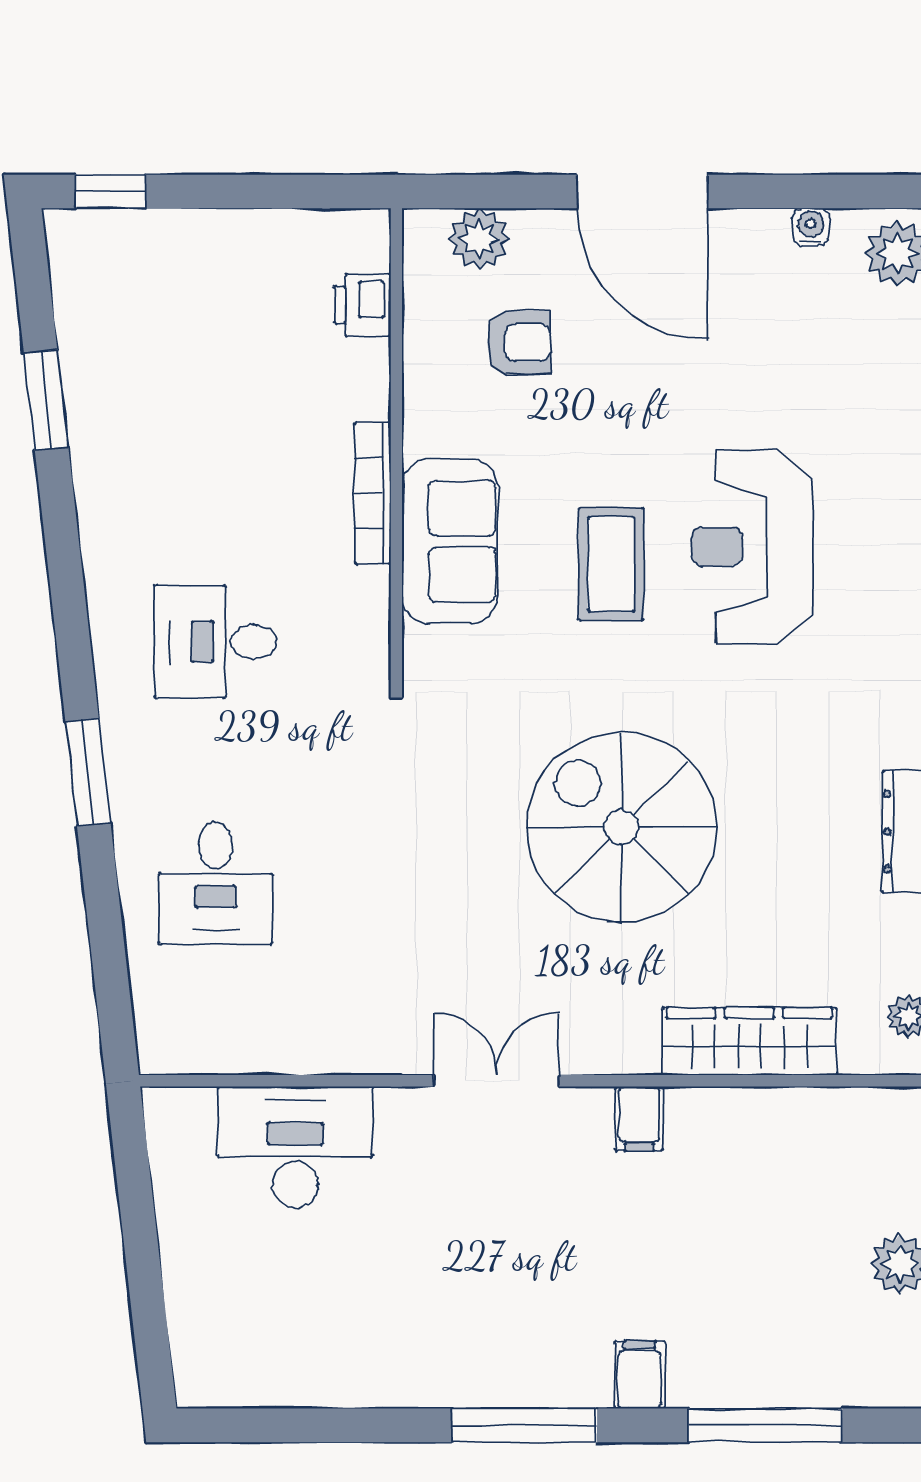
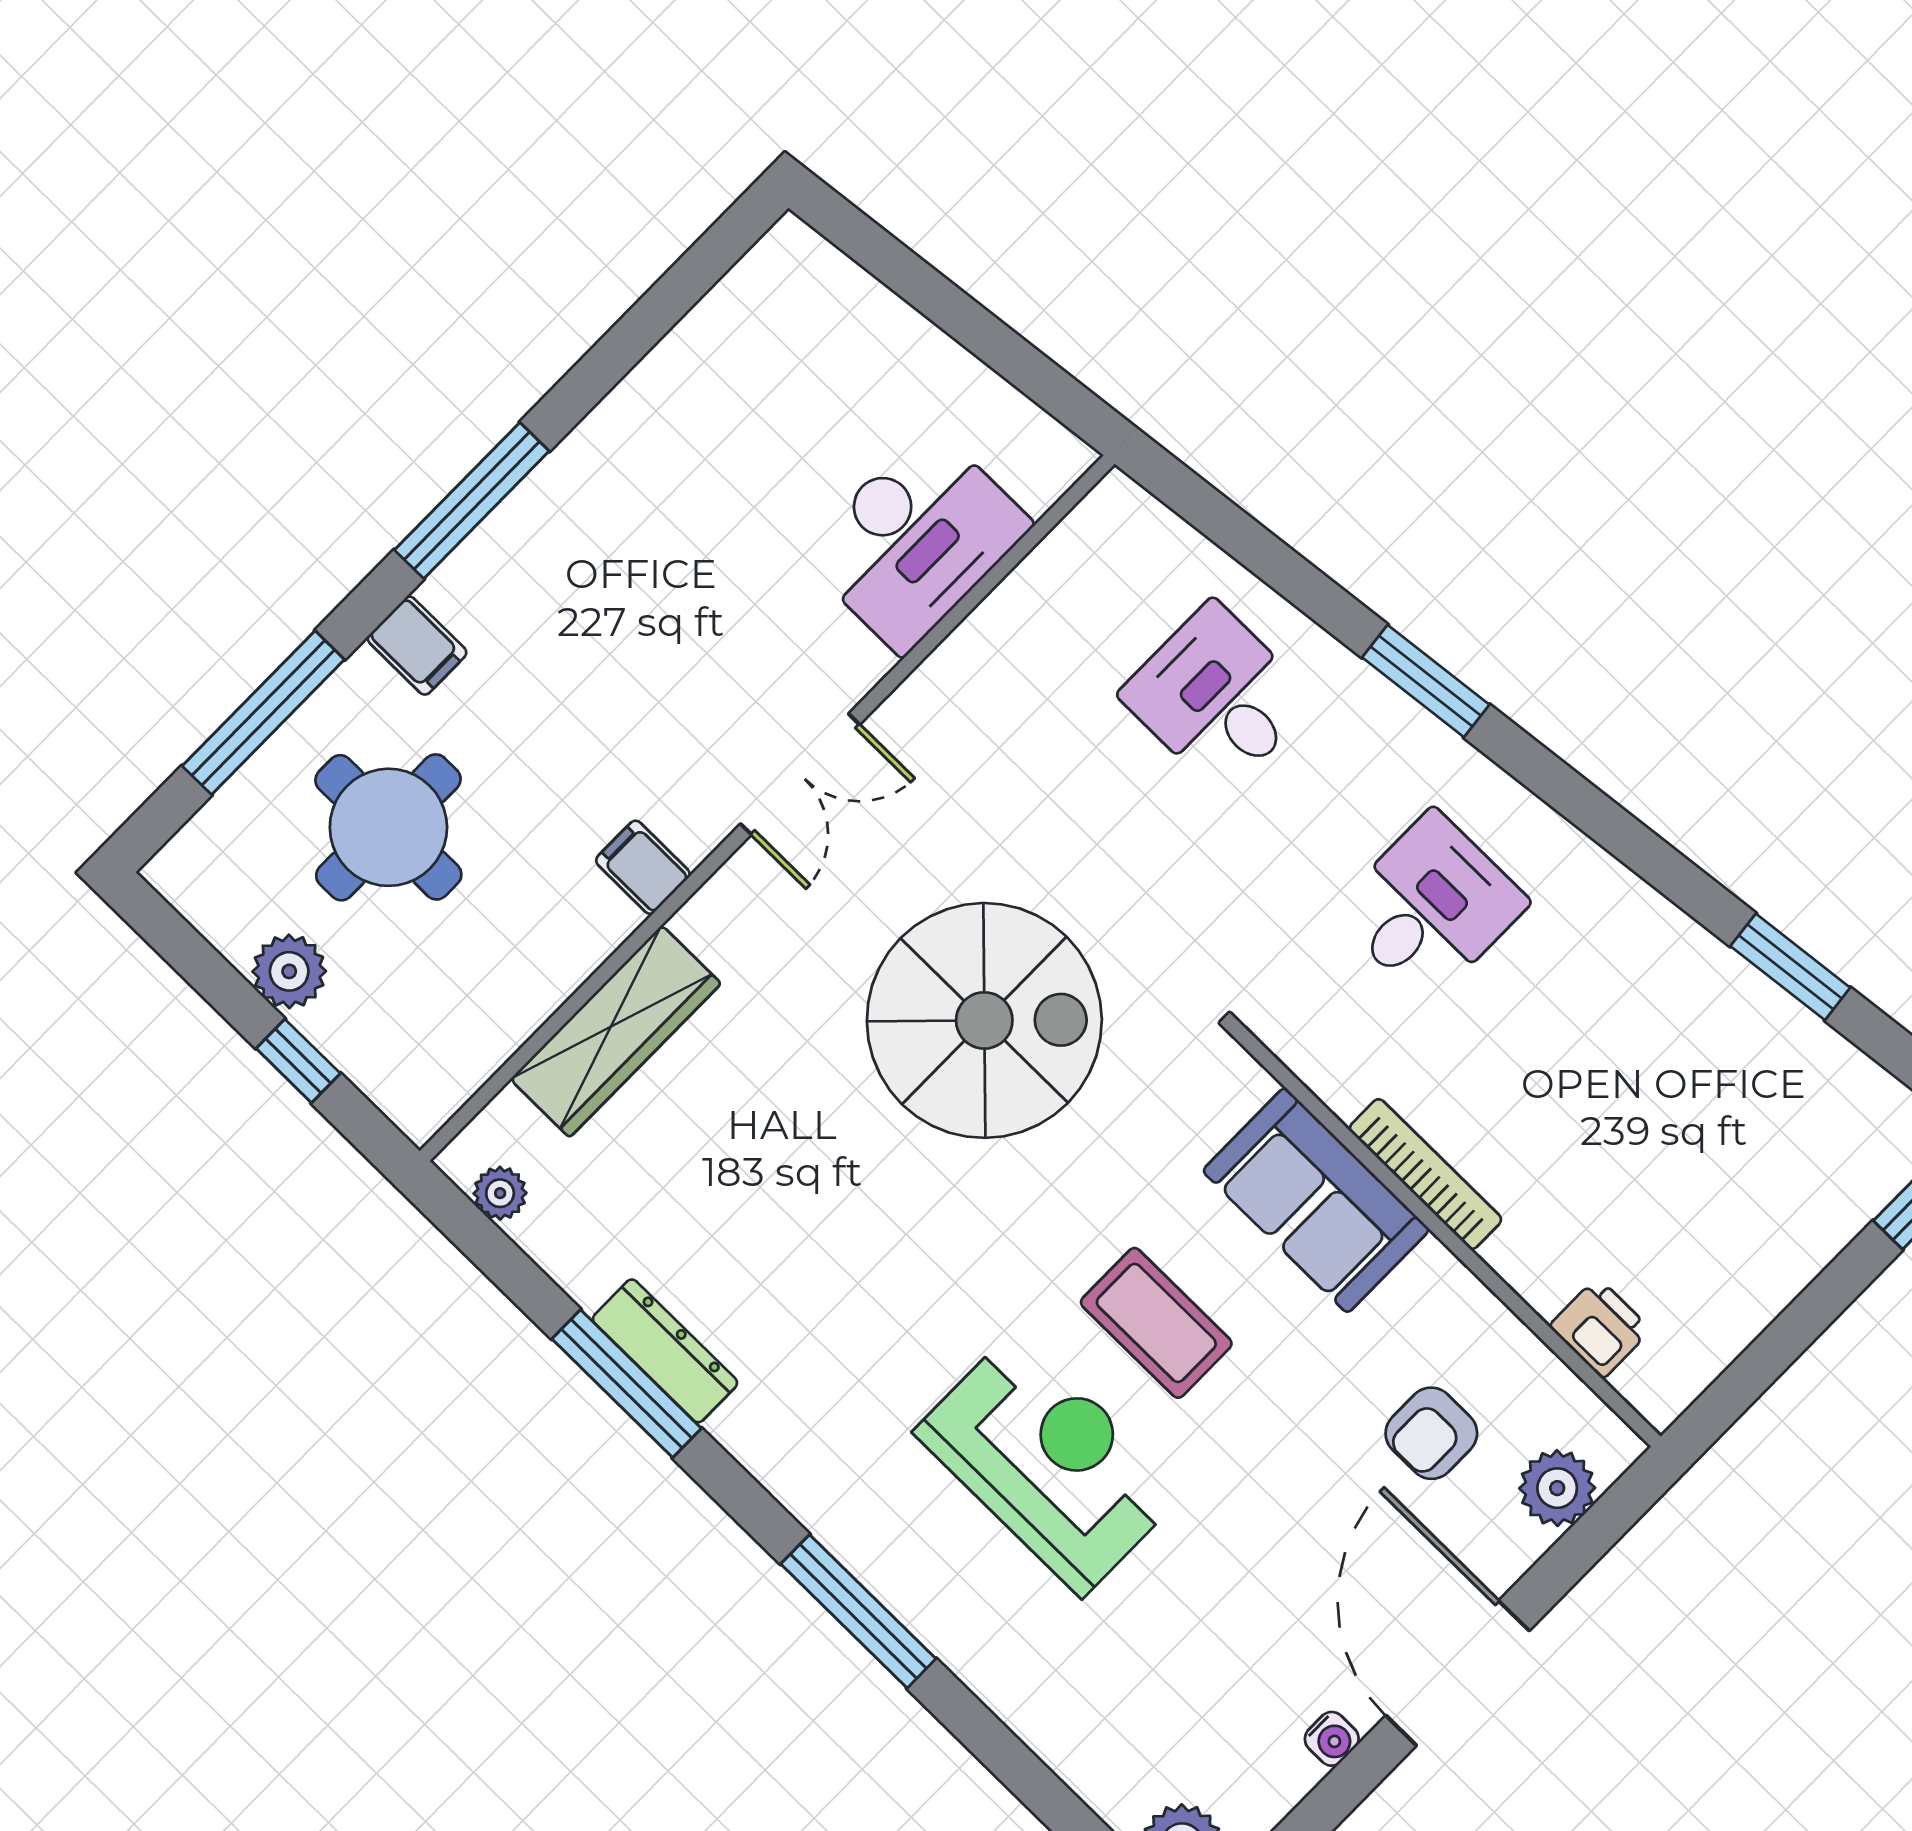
door: (642, 191) -> (1458, 1673), hinge flipped
water cooler: (811, 227) -> (1332, 1739), moved
spiral stairs: (621, 827) -> (984, 1020), moved
round table: (761, 1288) -> (388, 827), added

